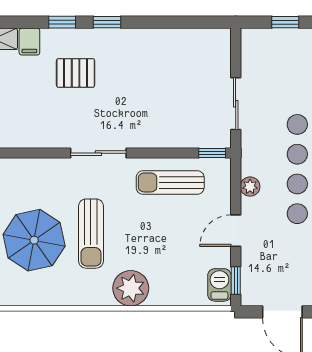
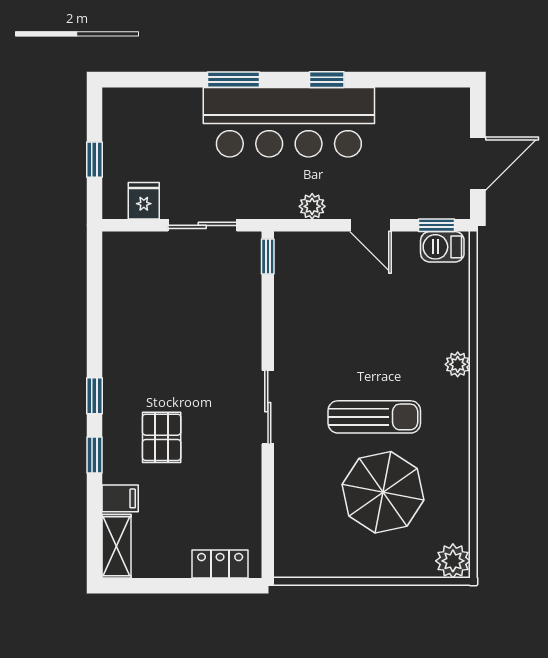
fridge: (254, 59) -> (144, 201), added
sun lounger: (170, 182) -> (307, 312), removed
plant: (131, 288) -> (458, 364), width x0.53, depth x0.53

